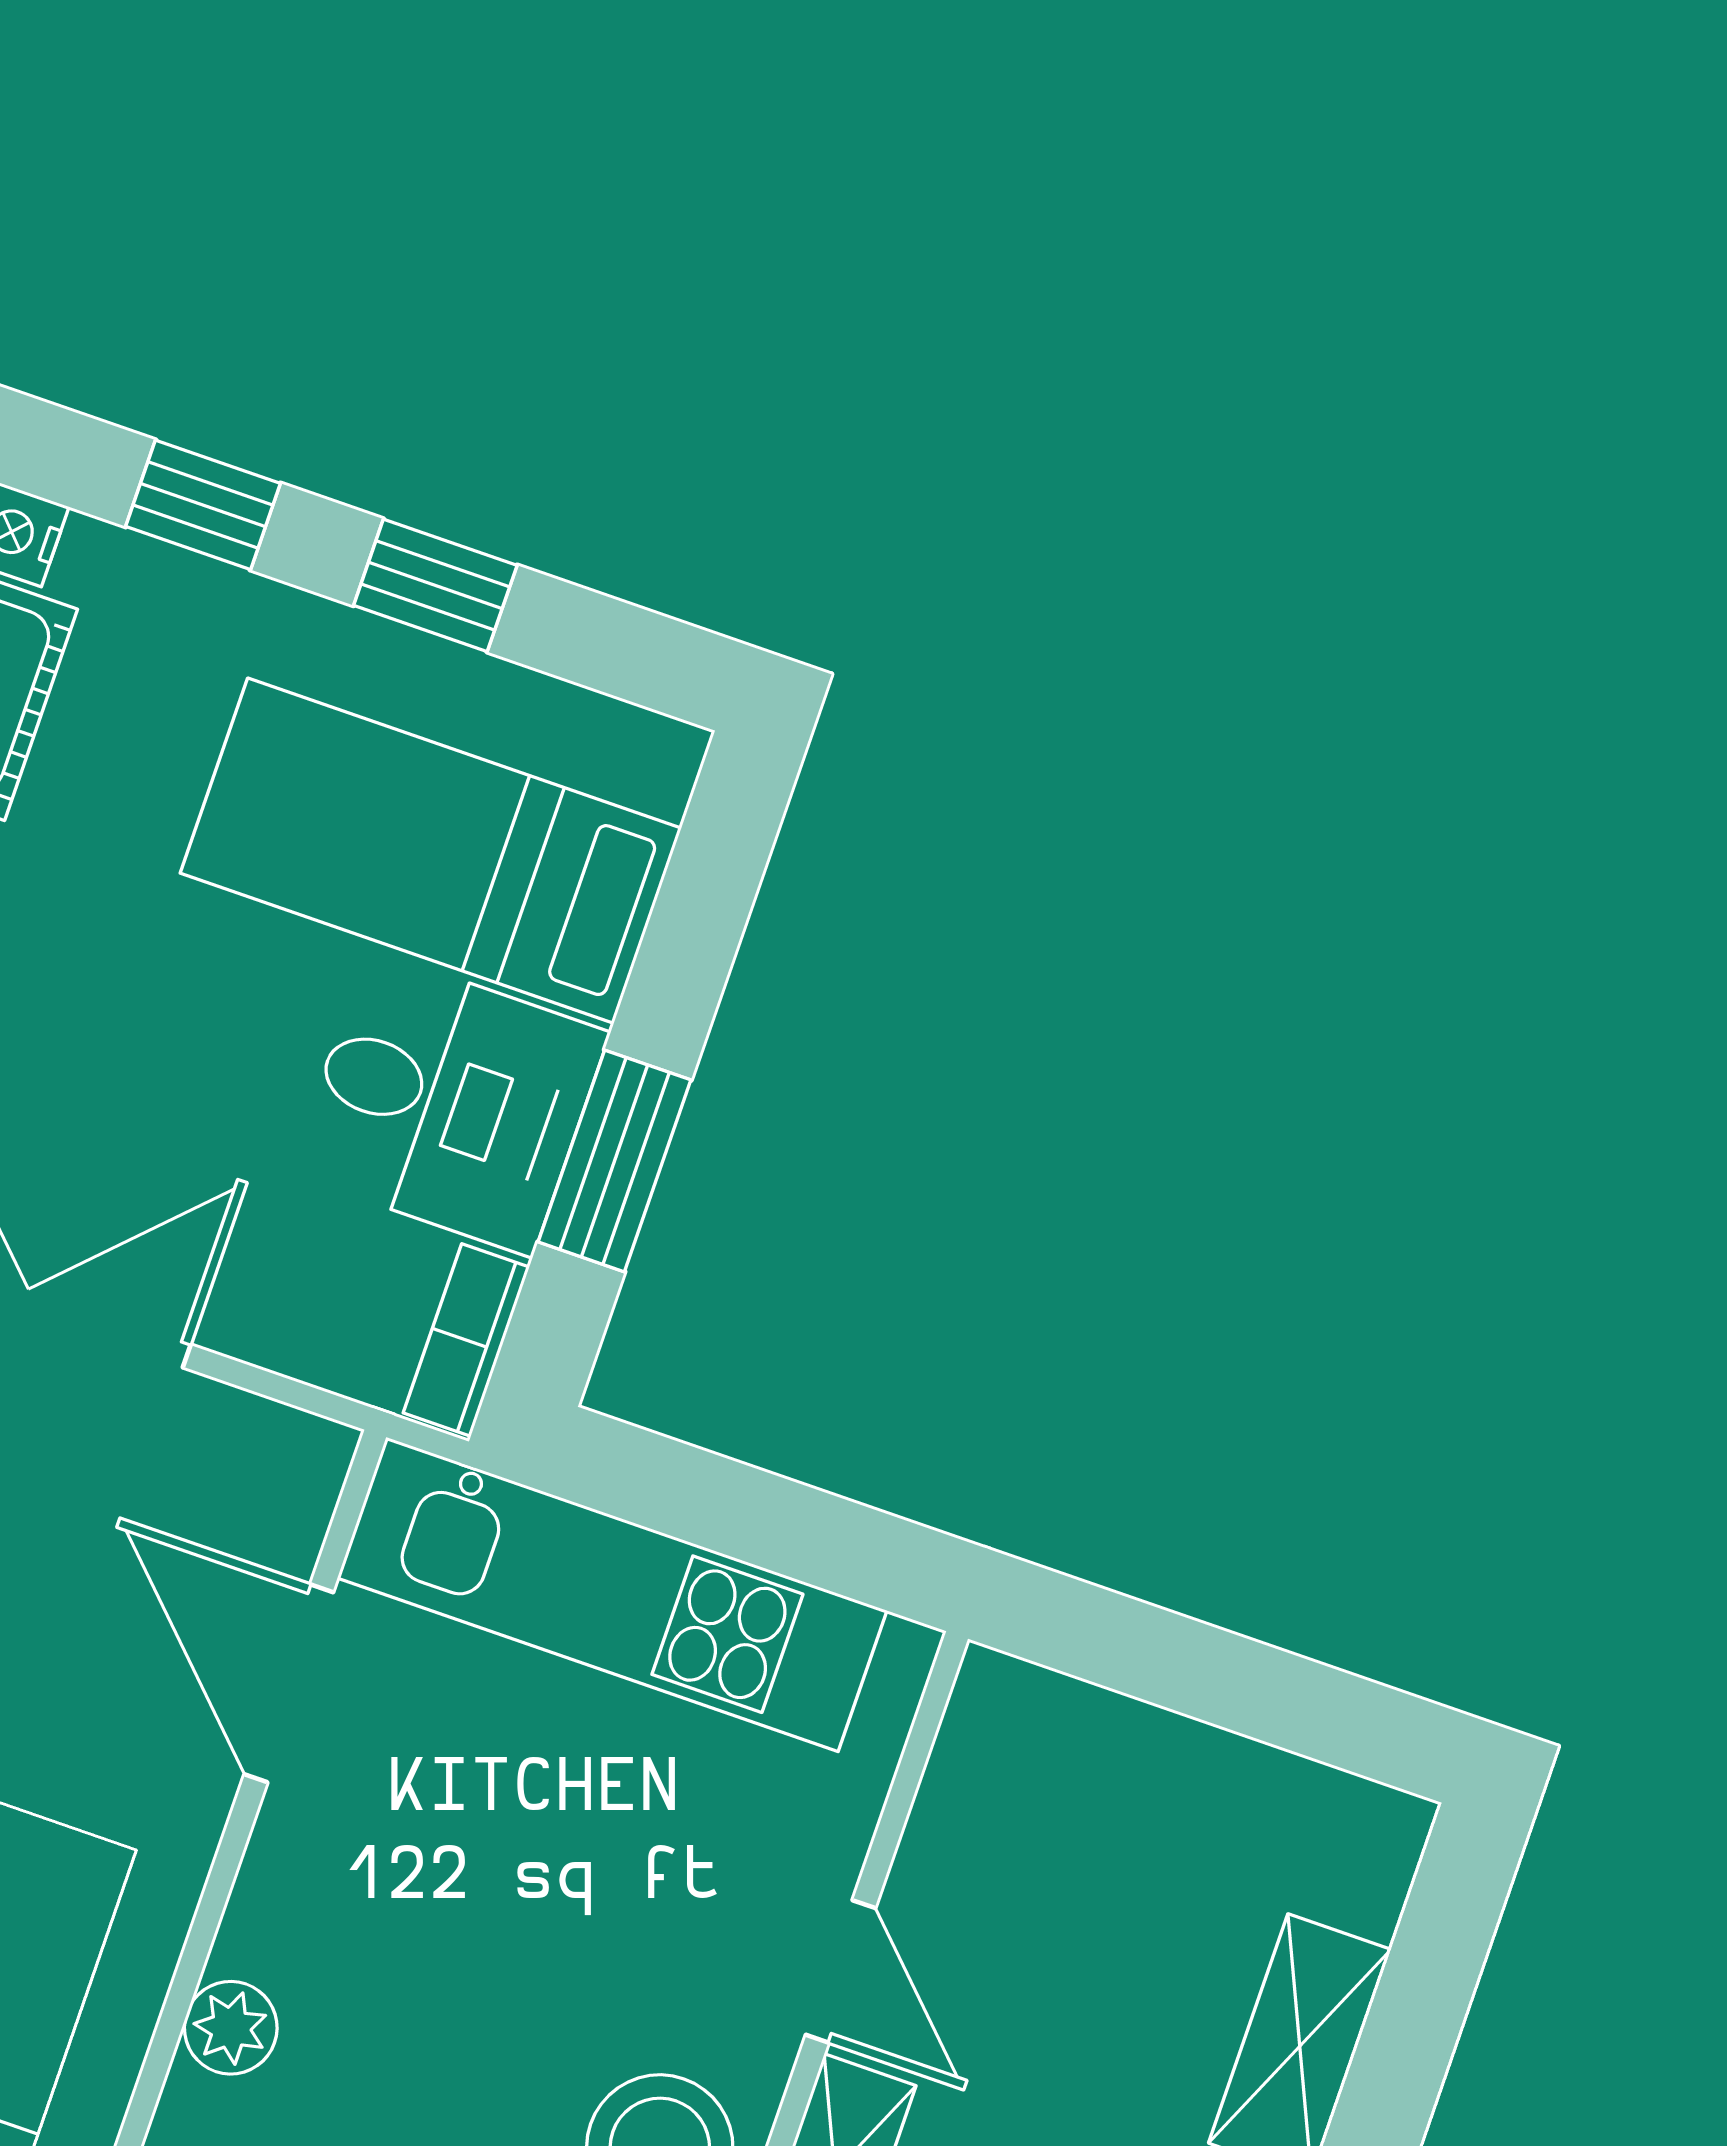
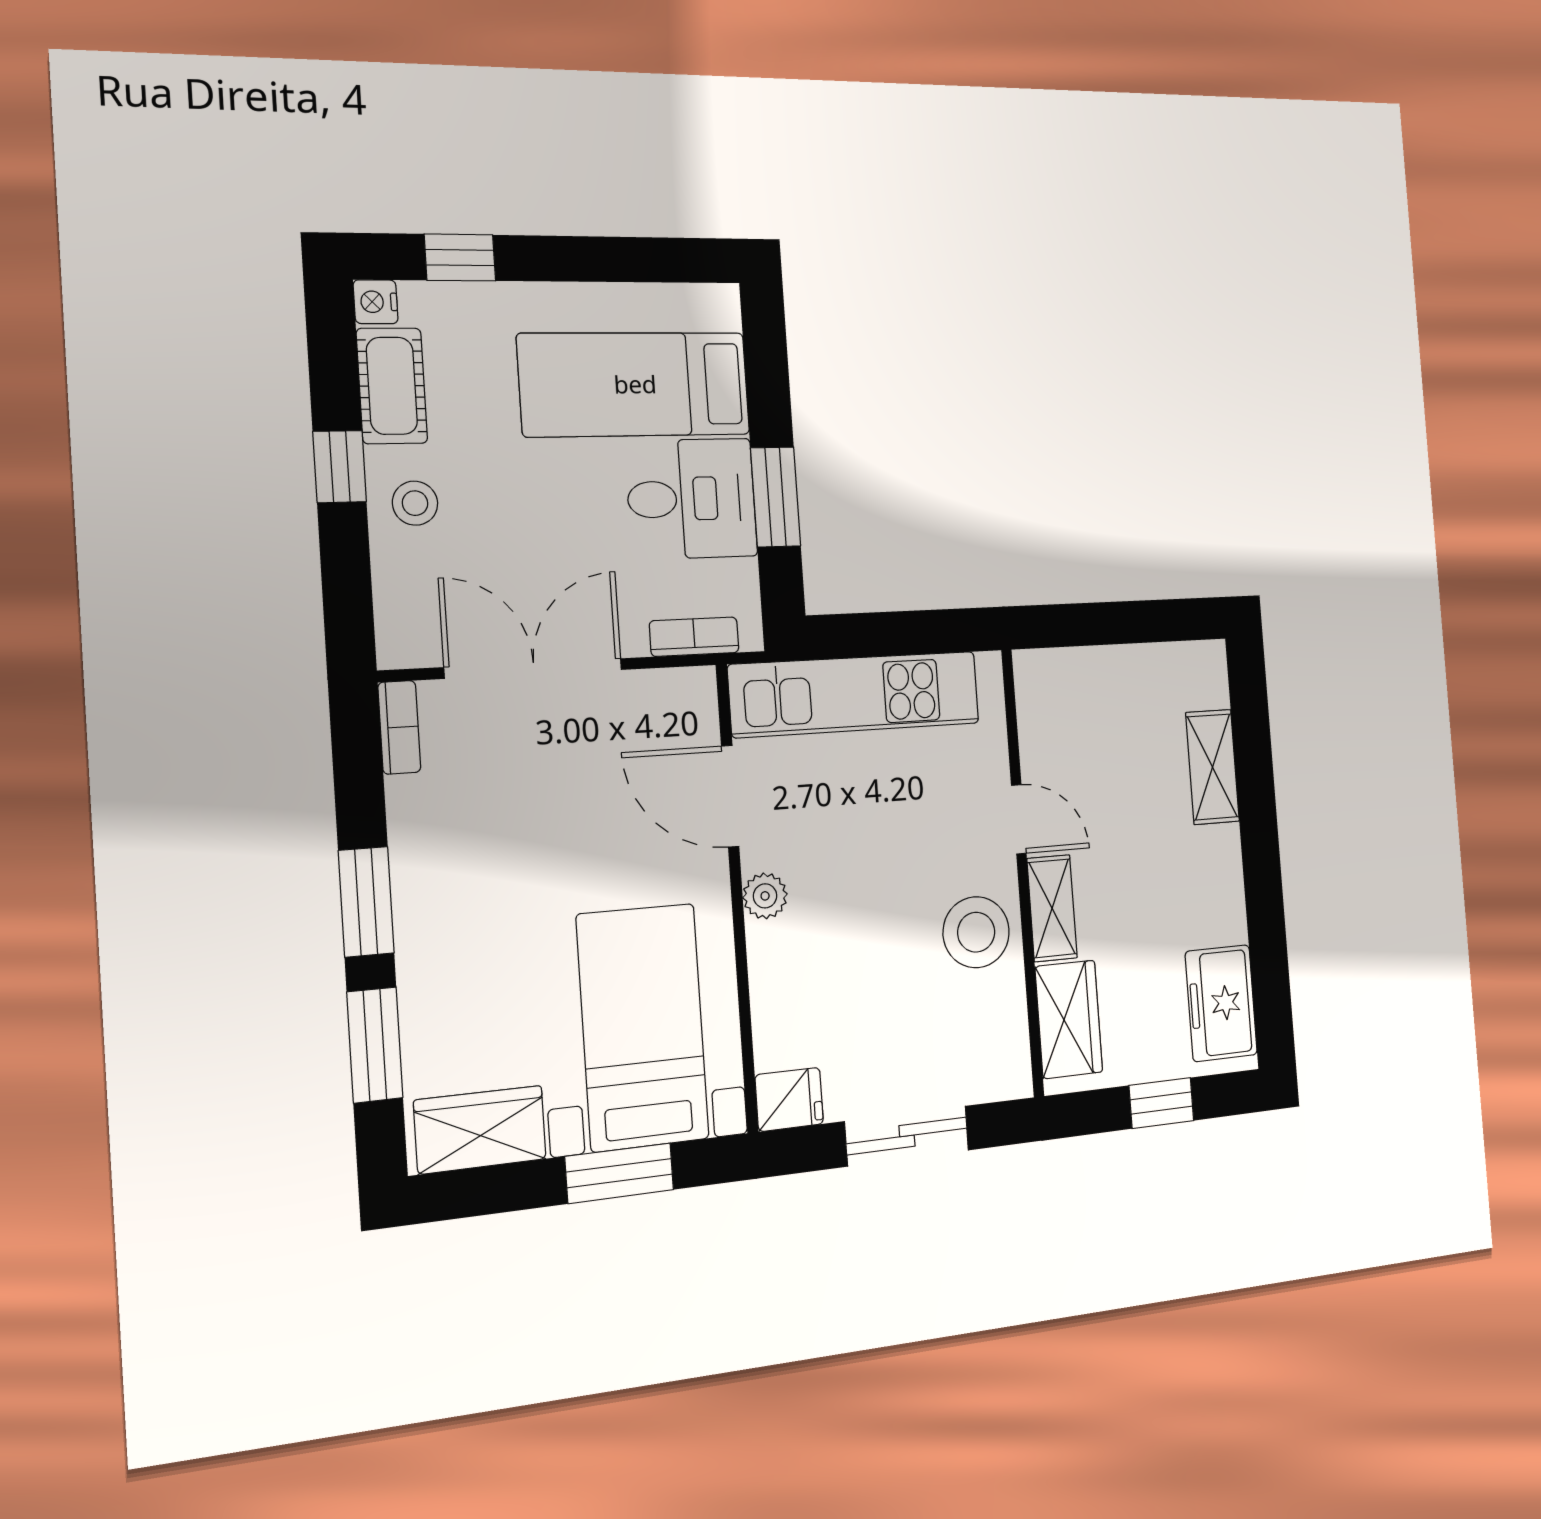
window: (435, 585) -> (585, 259), removed
bookcase: (466, 1340) -> (694, 637), moved, turned 90
plant: (231, 2028) -> (765, 896), moved

